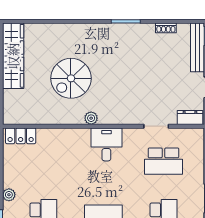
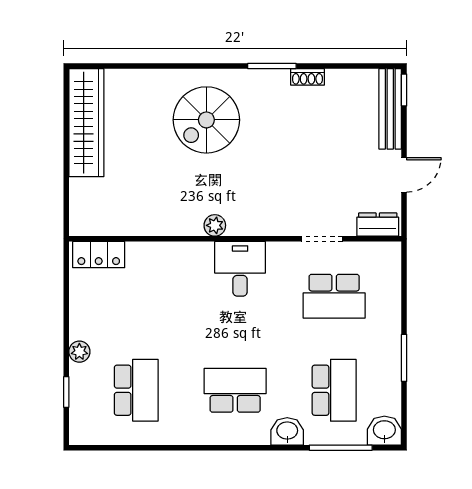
shoe rack: (166, 28) -> (307, 77), moved
spiral stairs: (71, 78) -> (206, 120), moved

